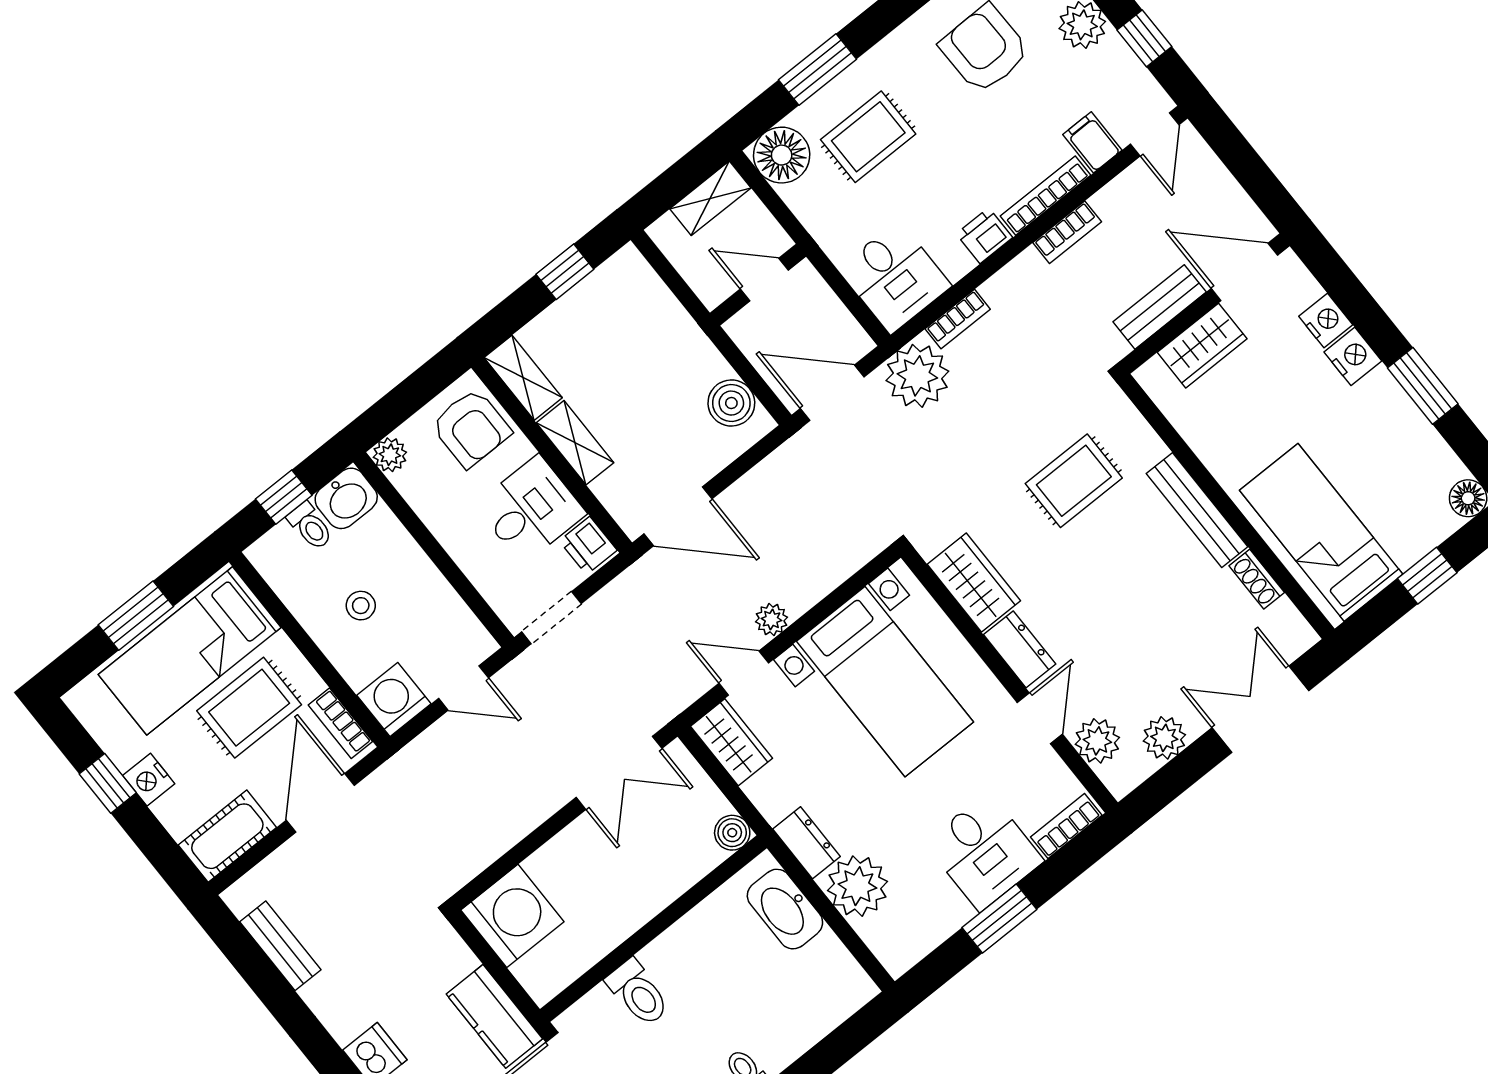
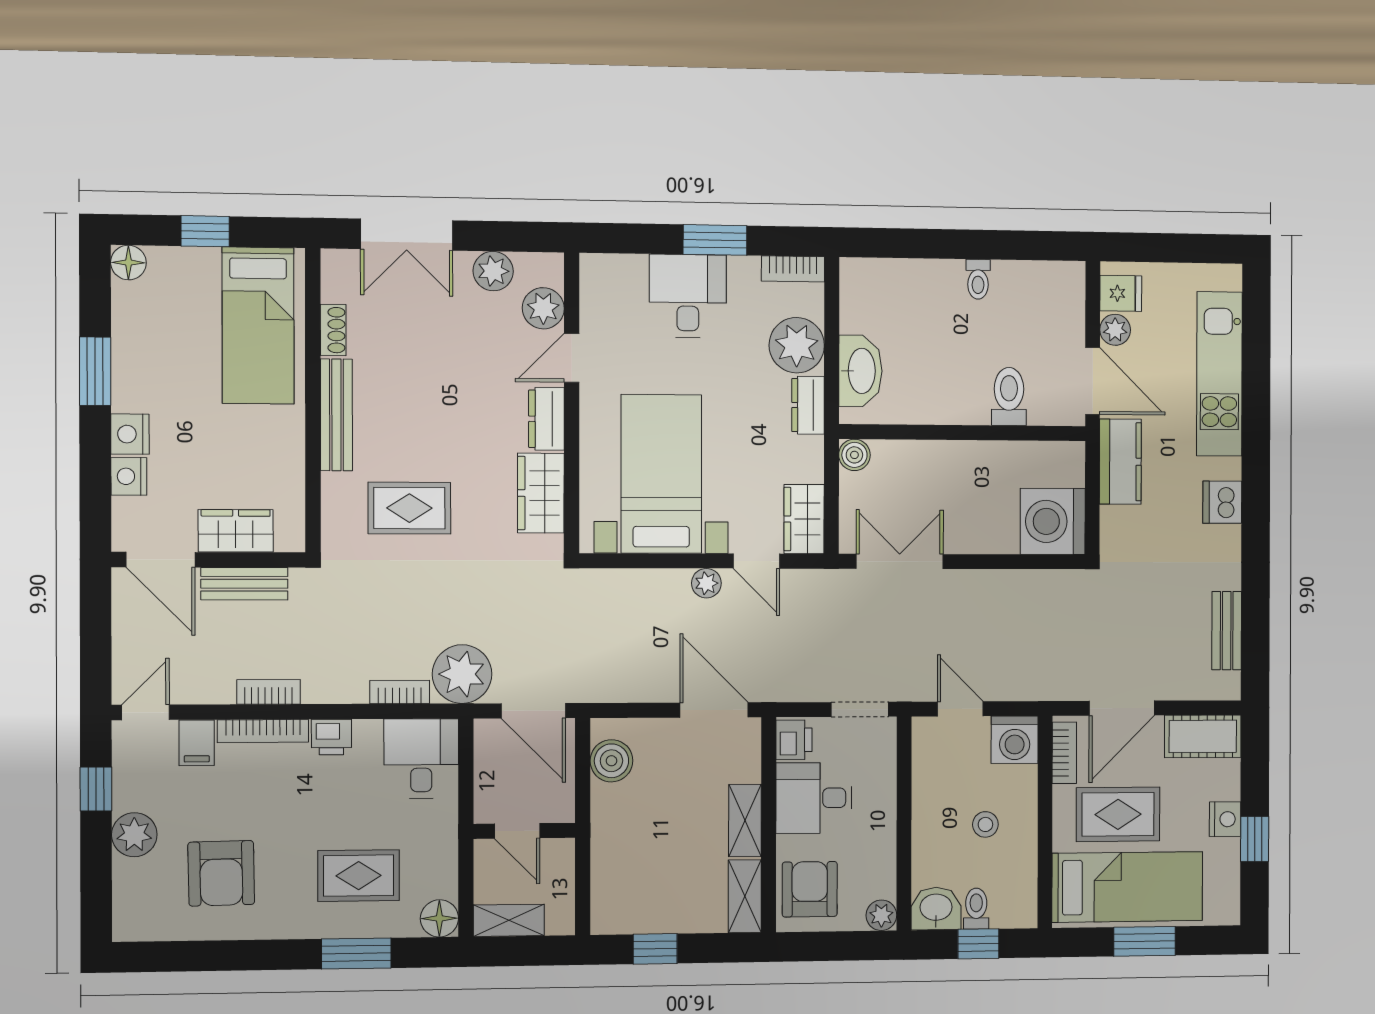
floor lamp: (782, 155) -> (439, 918), width x0.73, depth x0.73
bookcase: (1066, 826) -> (793, 269), moved

